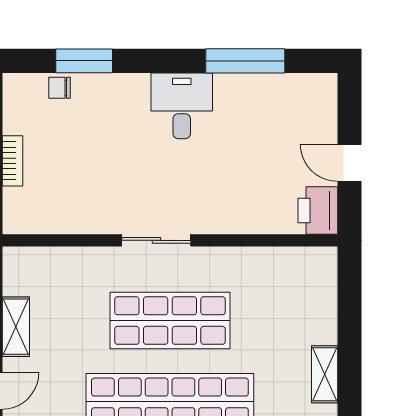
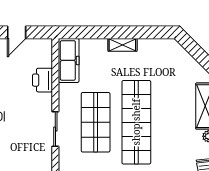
printer: (318, 211) -> (43, 80), moved, turned 90
freezer: (293, 267) -> (69, 60), added

